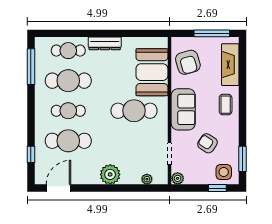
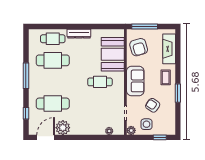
window: (212, 33) -> (145, 26), moved
window: (31, 67) -> (26, 76), moved
cafe table: (68, 111) -> (53, 82), removed
cafe table: (134, 111) -> (100, 82), width x0.73, depth x0.74
window: (243, 159) -> (178, 93), moved
side table: (224, 172) -> (146, 124), moved
plant: (110, 174) -> (63, 128), moved

